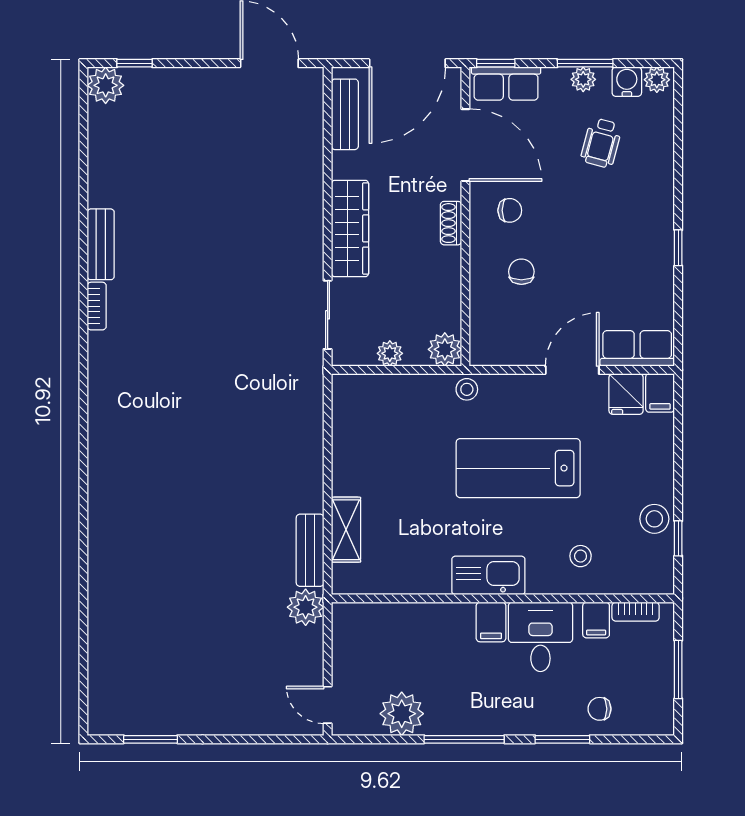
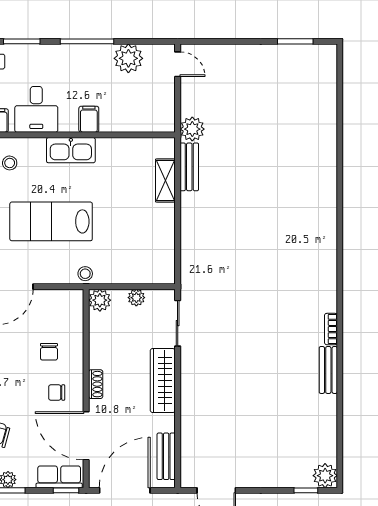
lab bench: (518, 468) -> (51, 221), turned 180
filing cabinet: (491, 622) -> (89, 119), moved

